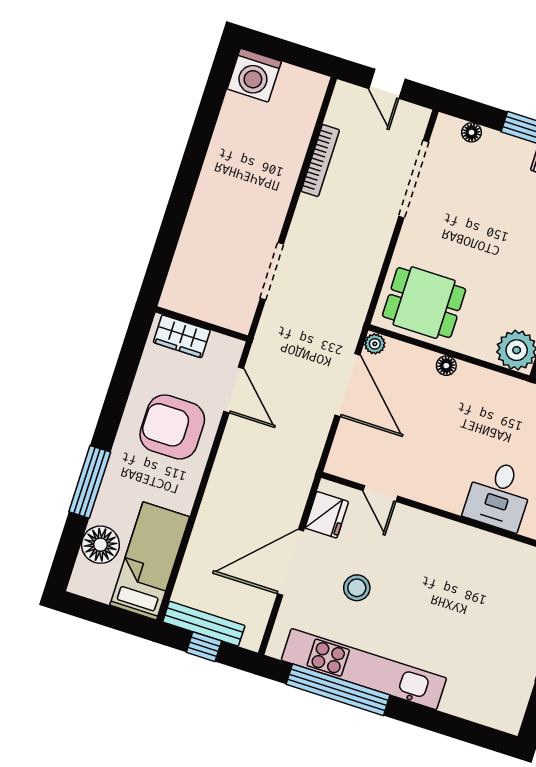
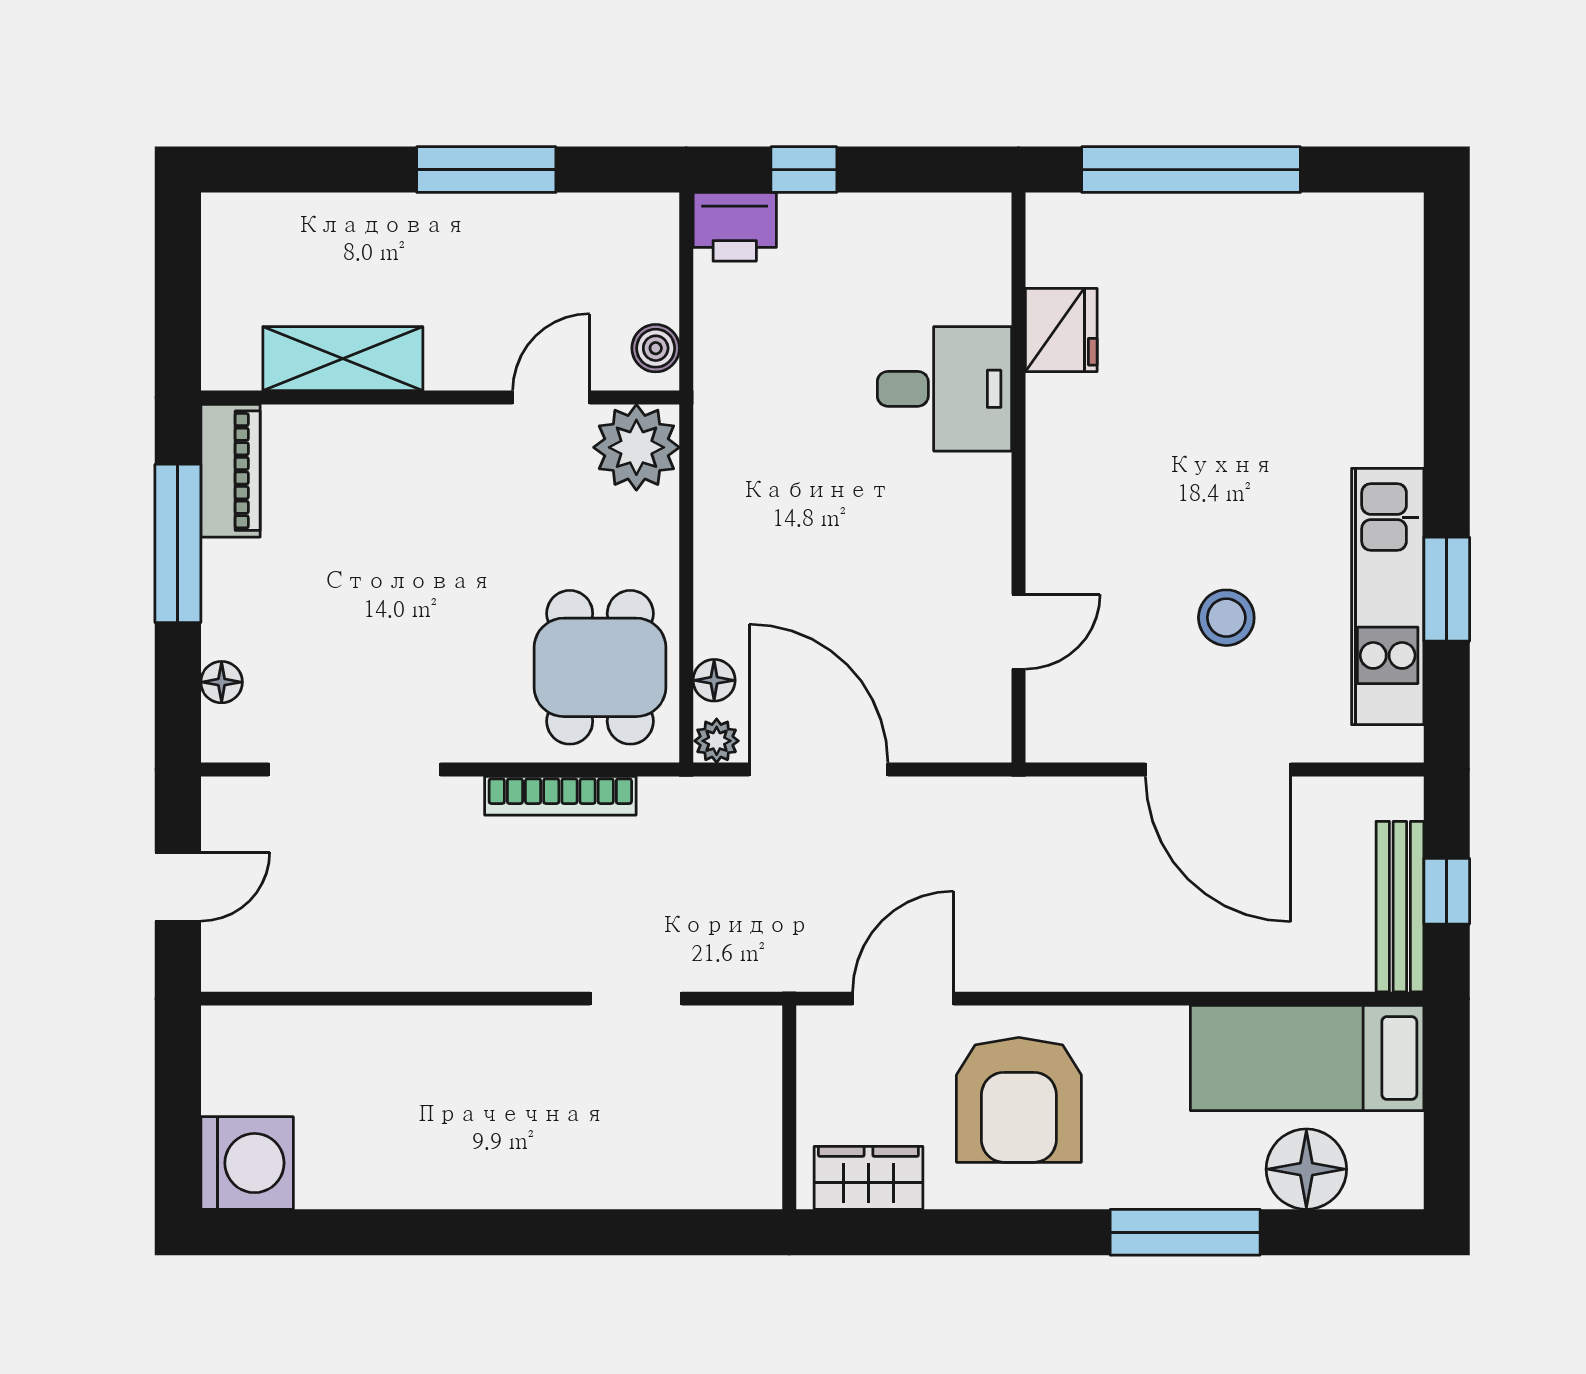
bookcase: (320, 161) -> (560, 796), moved, turned 180
doorway: (272, 271) -> (636, 999), width x0.73
wardrobe: (182, 336) -> (868, 1178), moved, turned -90
floor lamp: (446, 366) -> (714, 680), moved
door: (347, 385) -> (818, 770), hinge flipped
fridge: (327, 515) -> (1061, 330), moved, turned 90
kitchen unit: (364, 669) -> (1388, 596), width x0.73
window: (338, 690) -> (1447, 589), width x0.47

